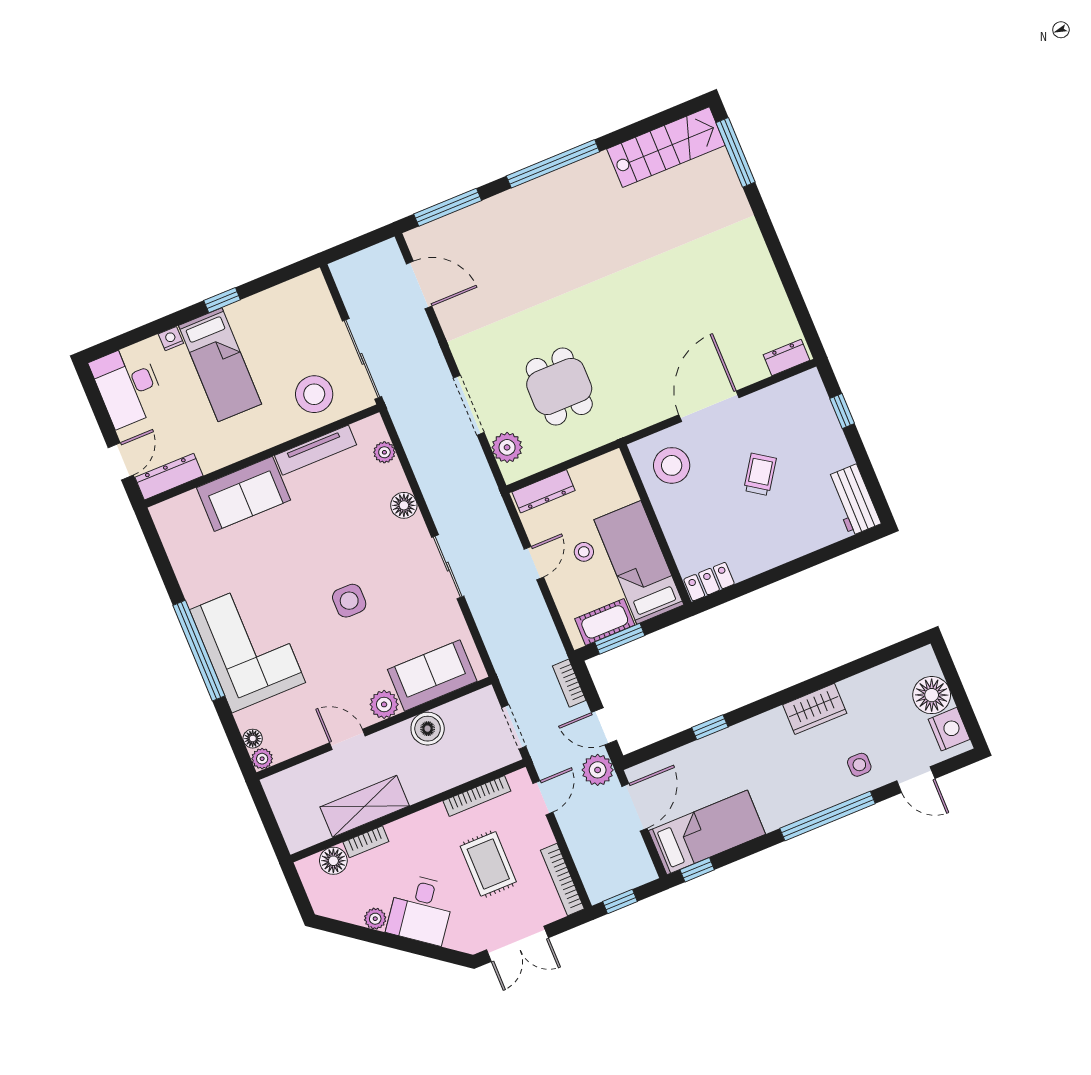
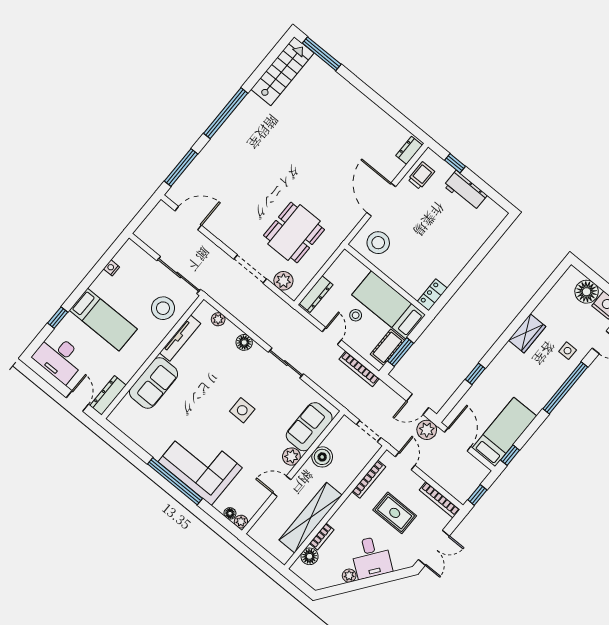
window: (222, 300) -> (58, 318), moved
nightstand: (171, 339) -> (111, 268), moved
dining table: (559, 386) -> (294, 232), width x1.38
trolley: (760, 474) -> (421, 175), moved, turned 56
workbench: (853, 500) -> (465, 191), moved
bookcase: (569, 683) -> (359, 369), moved, width x1.56
shelving: (365, 806) -> (311, 518), width x1.47

